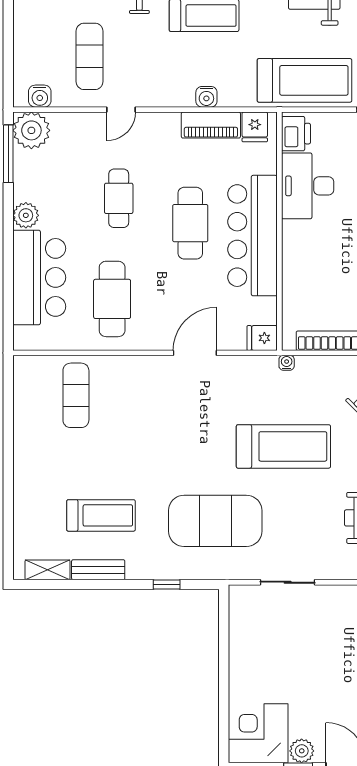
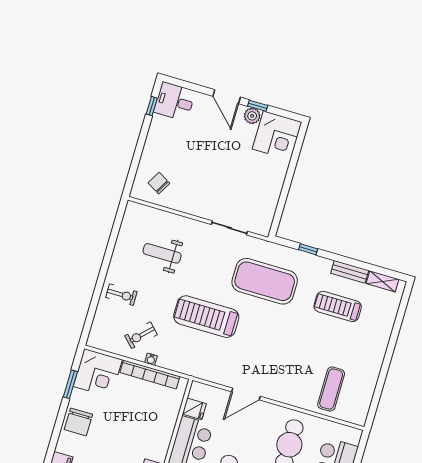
fridge: (262, 338) -> (194, 409), moved
water cooler: (287, 363) -> (151, 359), moved

